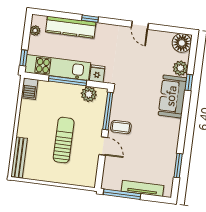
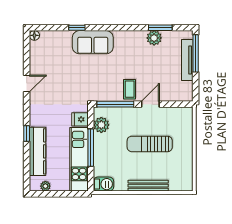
floor lamp: (182, 43) -> (34, 35), width x0.53, depth x0.53
window: (24, 58) -> (74, 194), removed
plant: (180, 68) -> (154, 38), moved
bench: (19, 157) -> (148, 186), moved
window: (122, 194) -> (196, 53), moved

